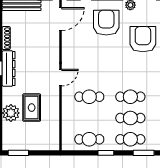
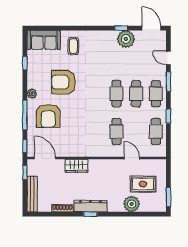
armchair: (106, 23) -> (48, 116), turned -90
wardrobe: (52, 53) -> (76, 166), added
door: (61, 78) -> (132, 158), moved
rug: (32, 108) -> (143, 184), moved

